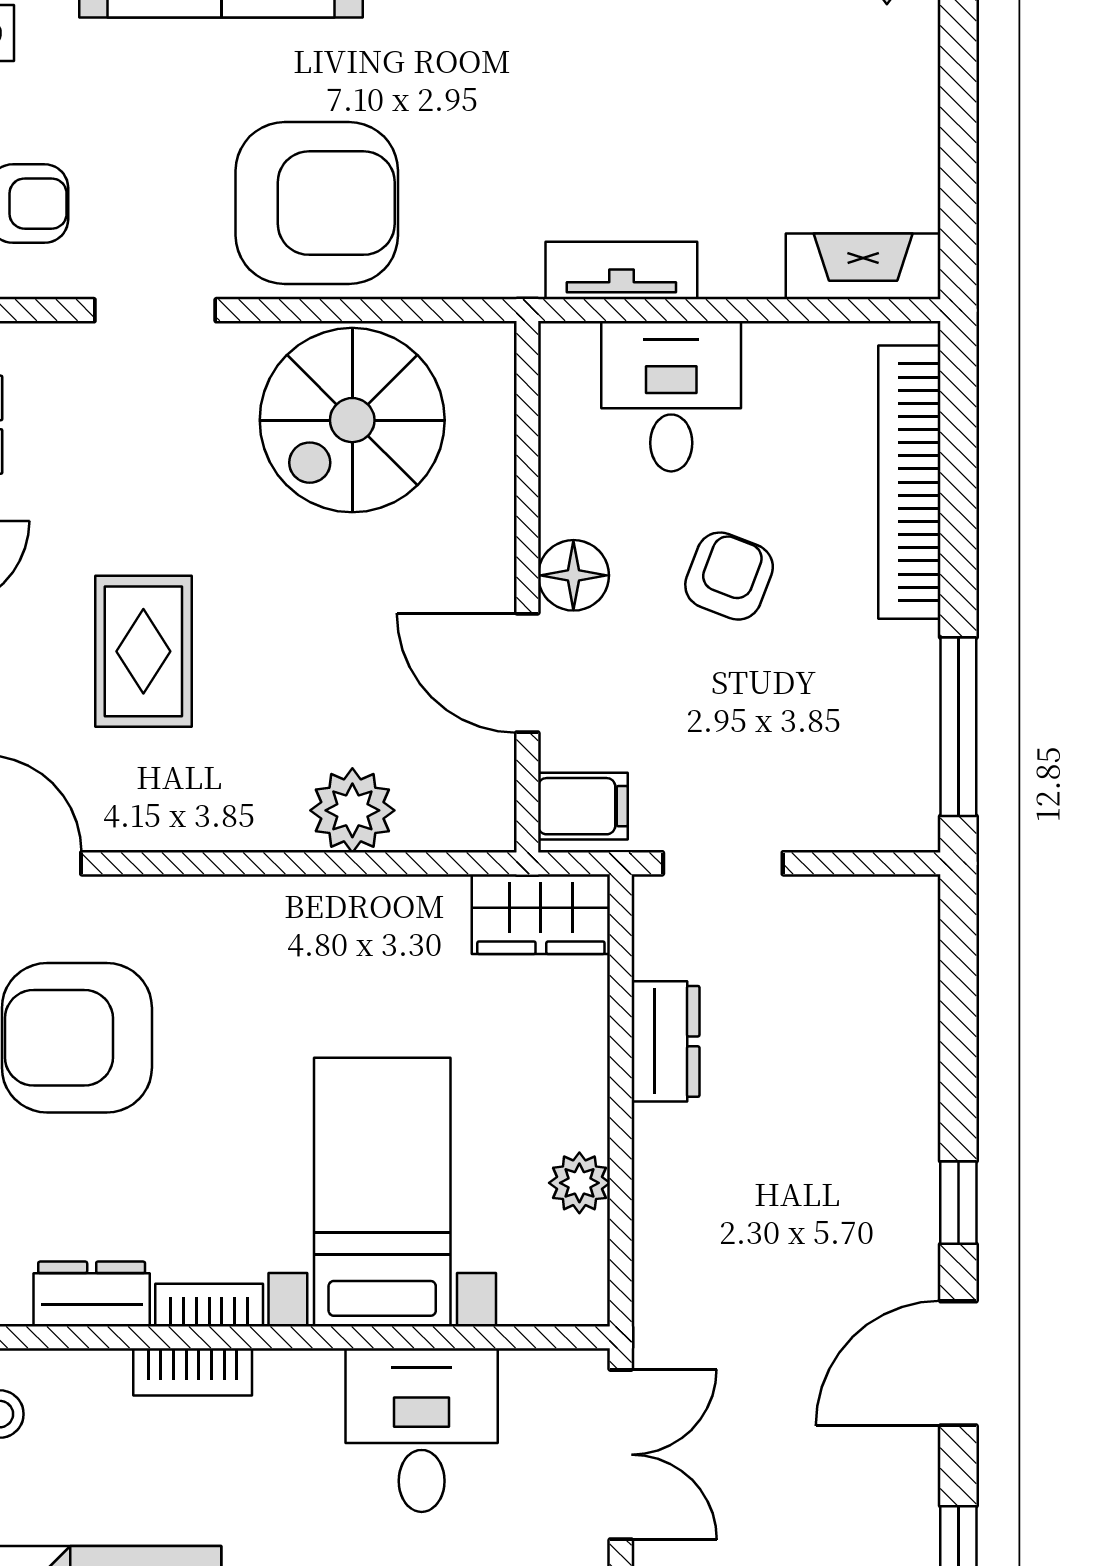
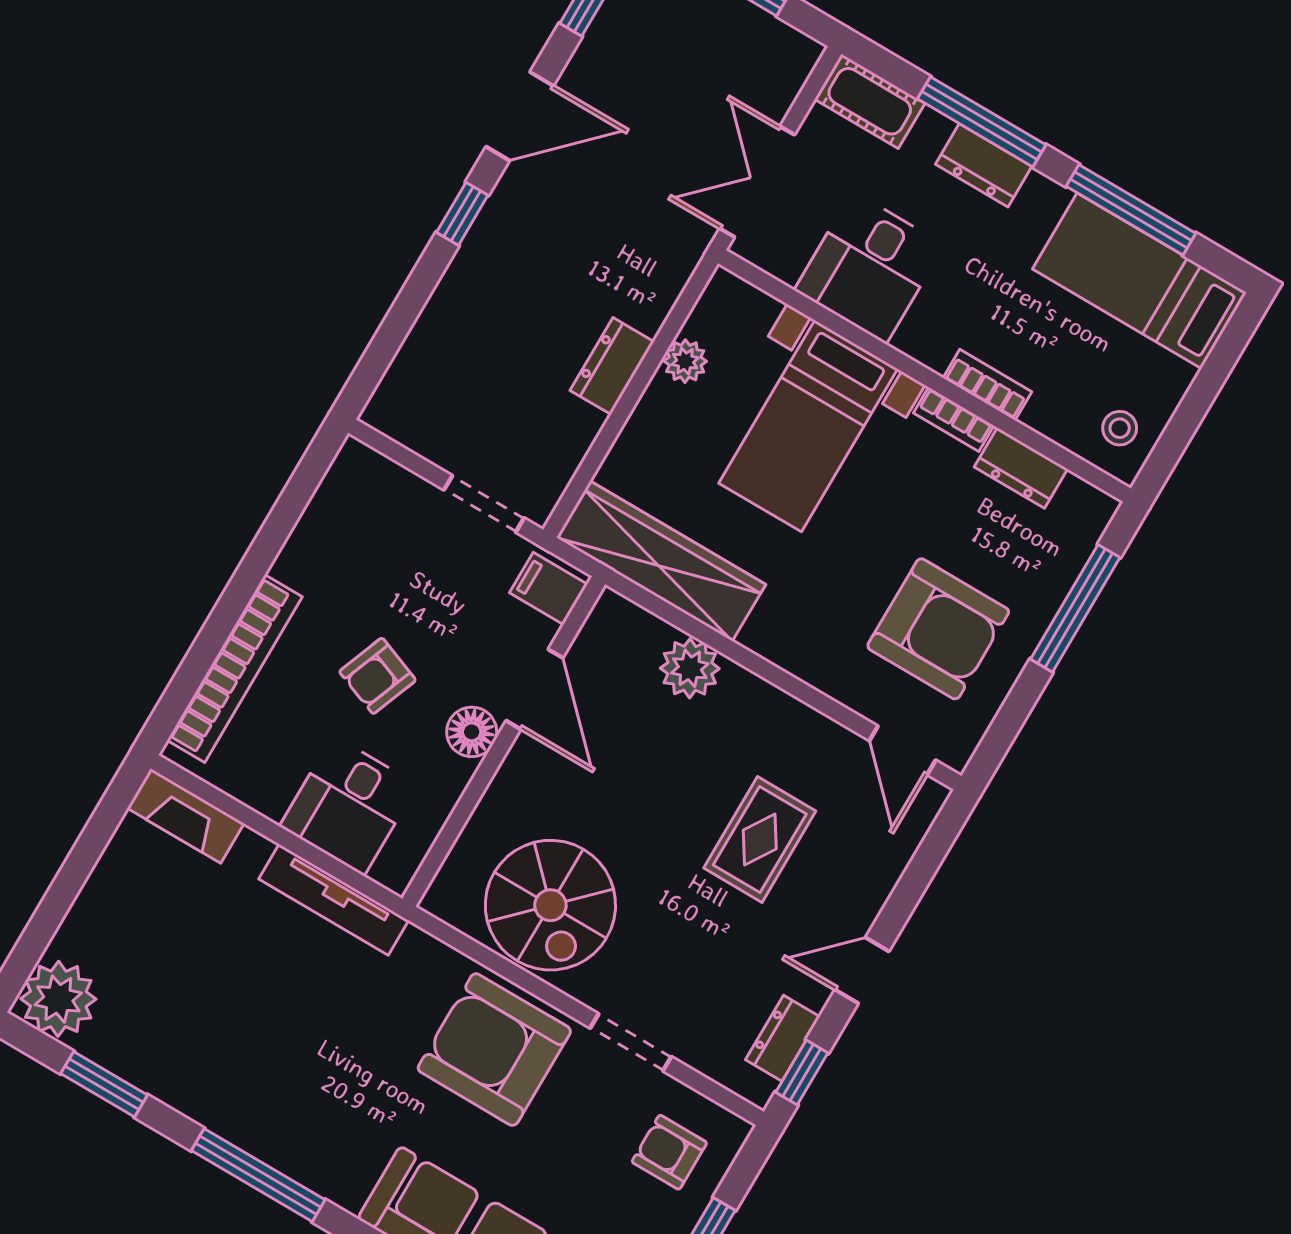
tv unit: (621, 271) -> (334, 900), width x1.41
spiral stairs: (352, 420) -> (550, 905), turned 90
window: (958, 727) -> (292, 502), removed
wardrobe: (541, 914) -> (661, 561), width x2.10, depth x1.17
dresser: (665, 1041) -> (612, 366), moved

